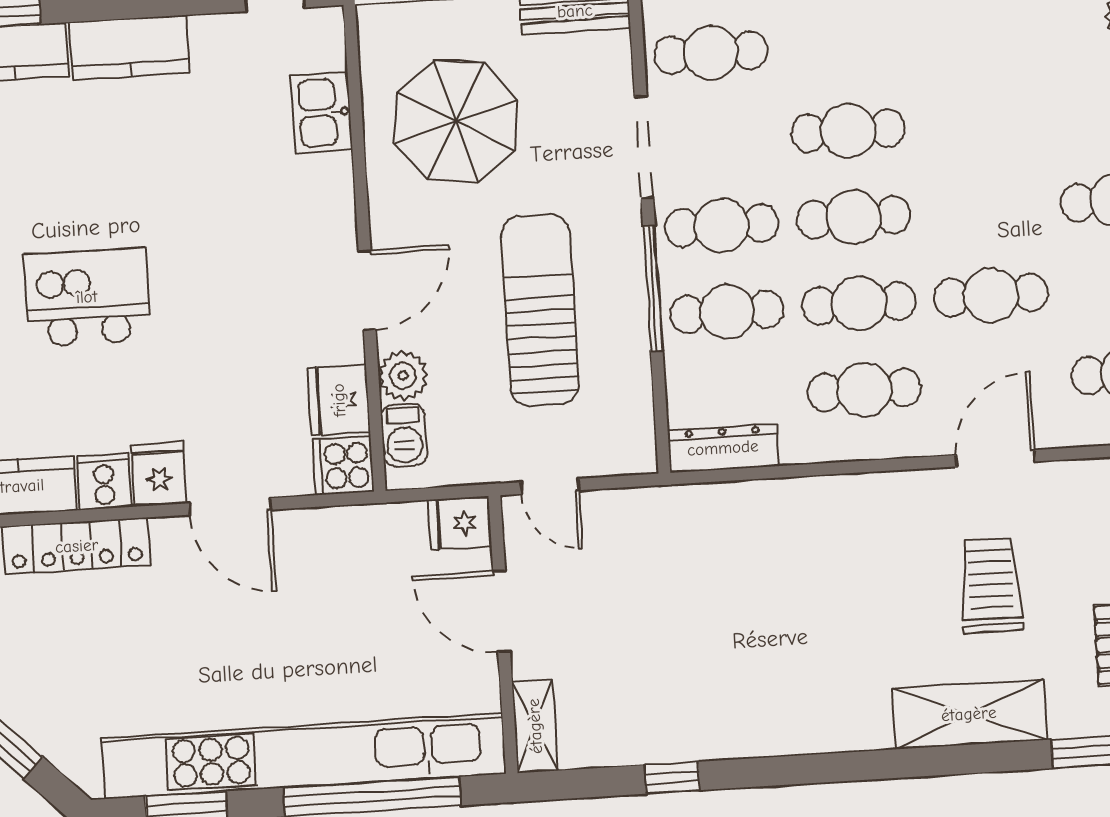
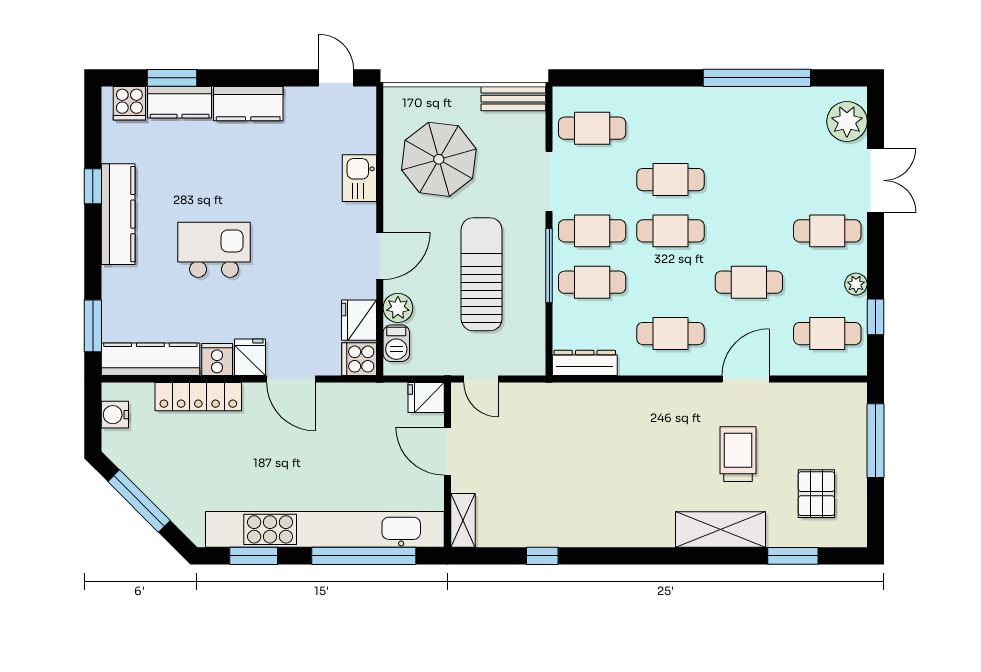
kitchen sink: (322, 113) -> (359, 178), moved
cafe table: (859, 303) -> (671, 282), removed

